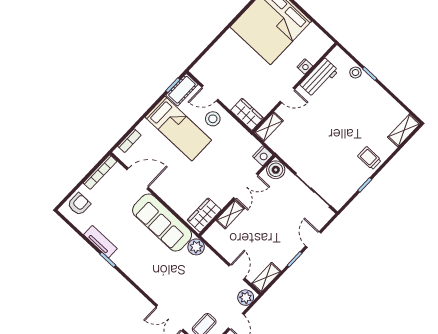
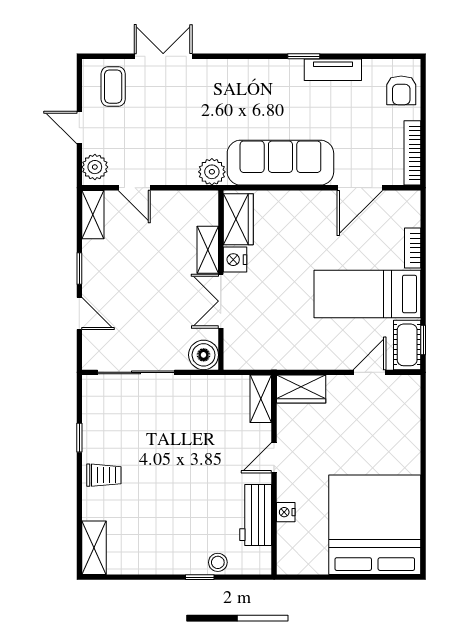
stool: (213, 119) -> (337, 345), removed
bookcase: (129, 141) -> (413, 248), moved
nightstand: (263, 156) -> (235, 260), moved

